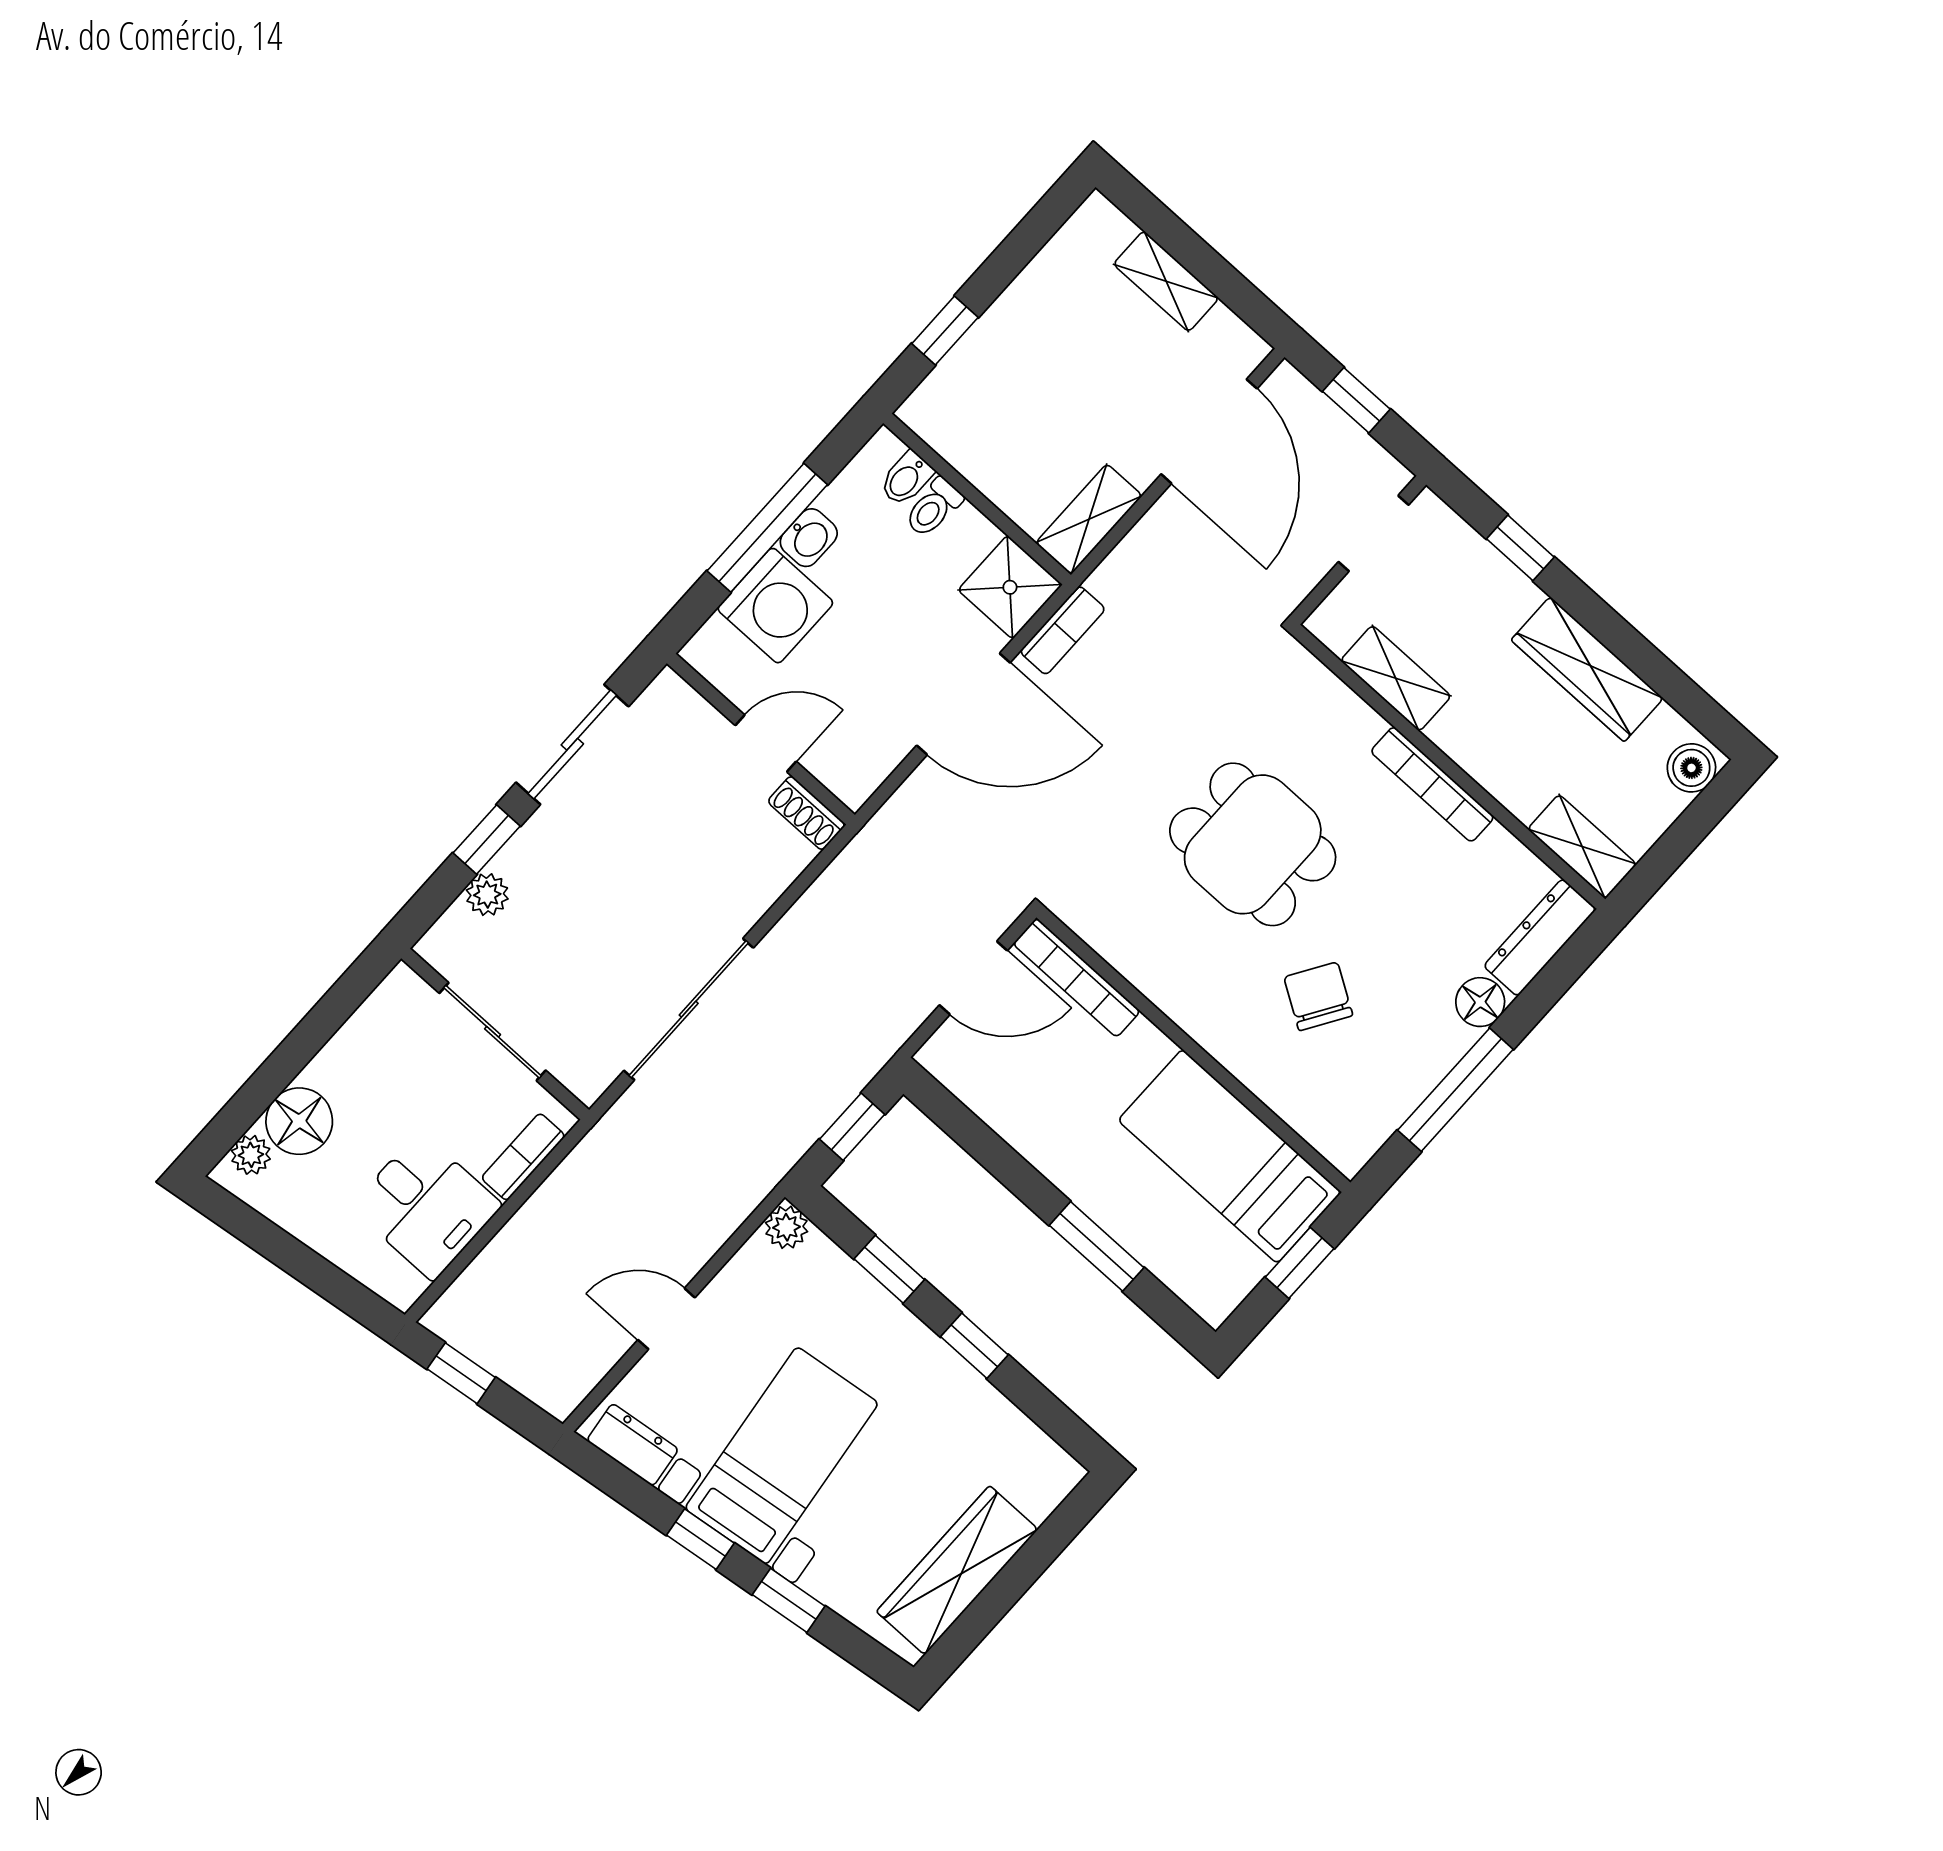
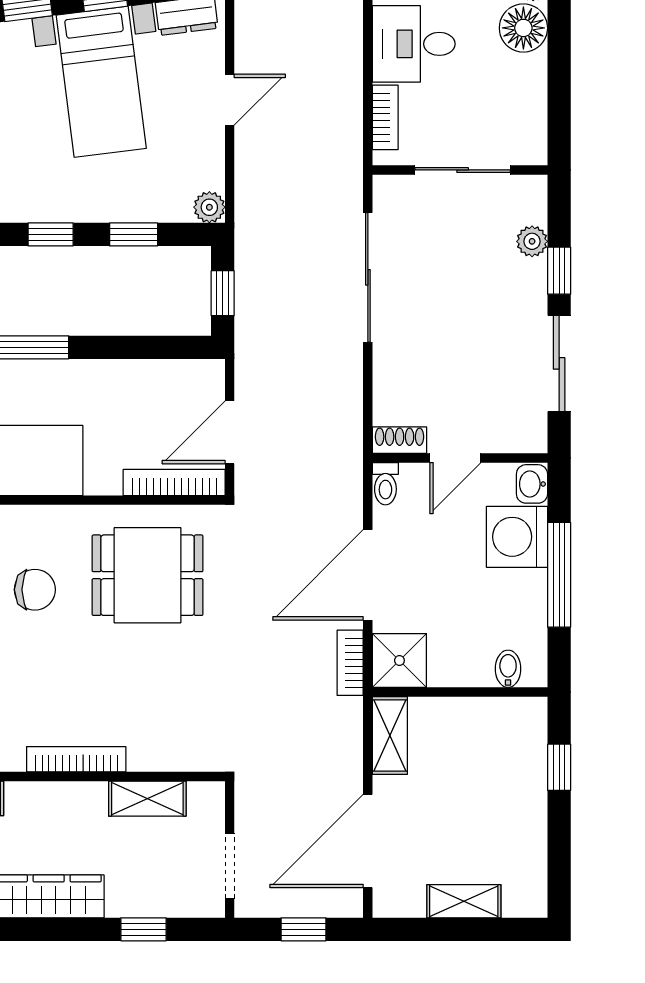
door: (1209, 431) -> (368, 841), hinge flipped
toilet: (934, 508) -> (385, 484), moved, turned 180
washbasin: (809, 538) -> (532, 484), moved
dining table: (1253, 844) -> (148, 575), moved
chair: (1318, 996) -> (35, 590), turned -32

